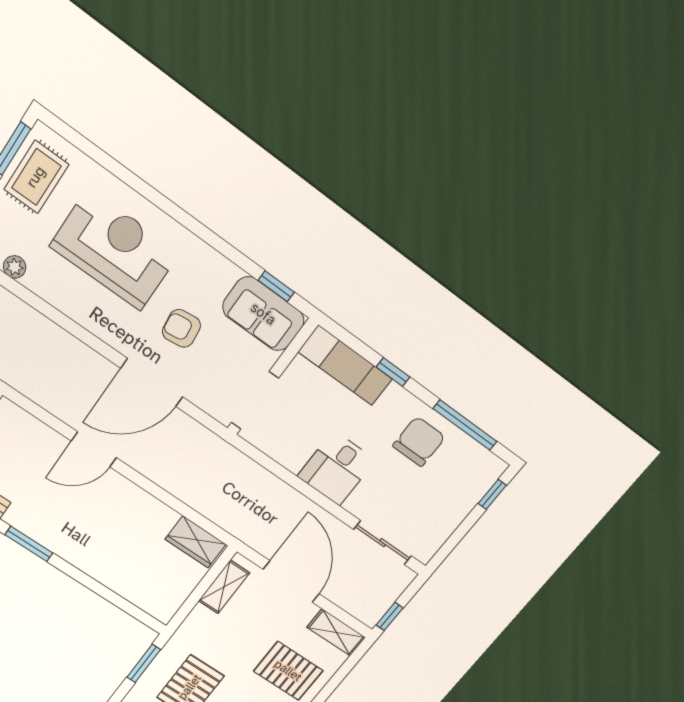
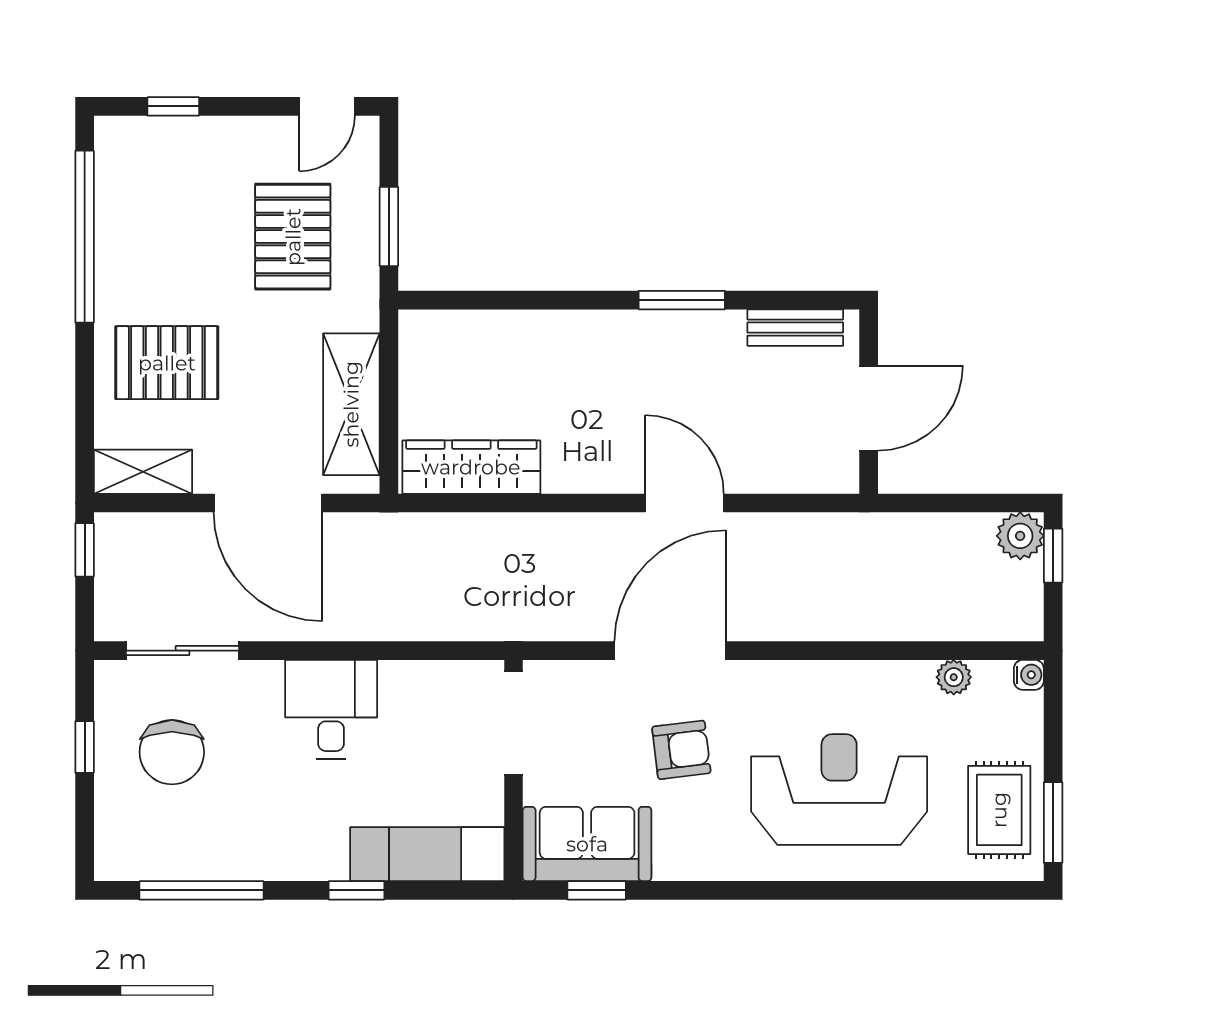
reception desk: (115, 250) -> (839, 790), turned 180
chair: (419, 441) -> (172, 752), moved
door: (94, 449) -> (684, 503), hinge flipped
window: (492, 494) -> (85, 747), moved
wardrobe: (196, 542) -> (471, 467), width x1.50
shelving: (224, 587) -> (351, 404), width x1.50, depth x1.33

